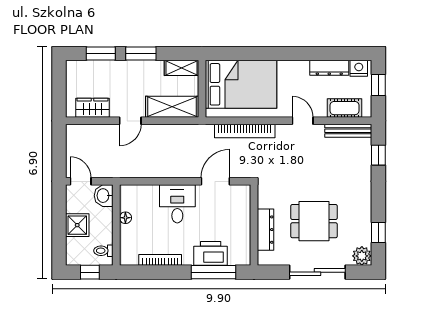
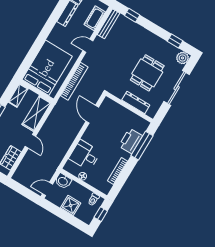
desk: (177, 204) -> (85, 155), moved

